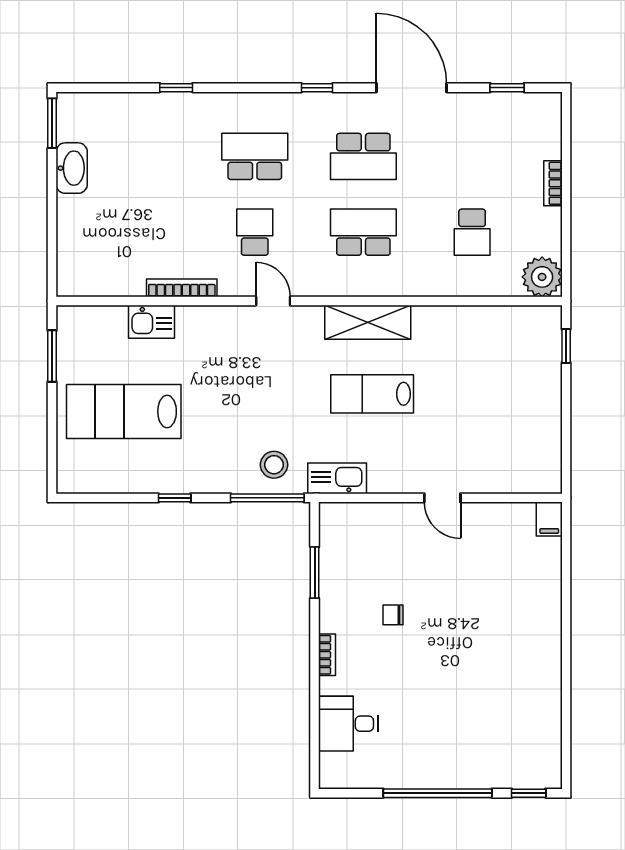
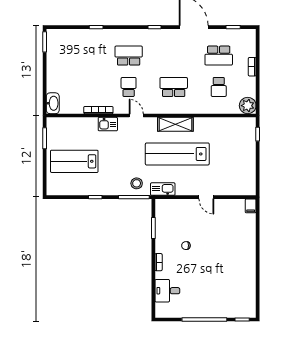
school desk: (363, 156) -> (219, 56), moved
washbasin: (72, 168) -> (53, 103), moved
kitchen sink: (151, 322) -> (108, 124), moved
lab bench: (372, 394) -> (177, 154), width x1.86, depth x1.39

